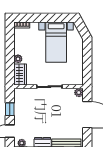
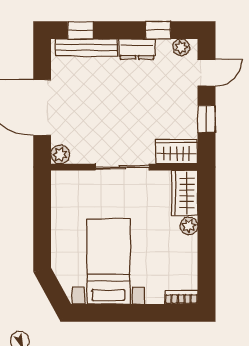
wardrobe: (24, 94) -> (177, 152), added

